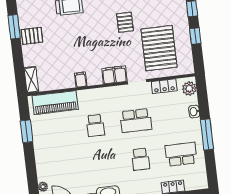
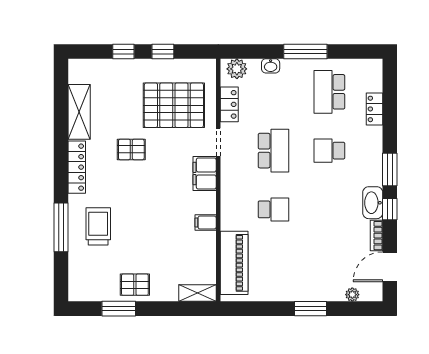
pallet: (32, 36) -> (135, 285), turned 90
window: (27, 131) -> (310, 309), moved
school desk: (140, 159) -> (329, 151), turned 180

